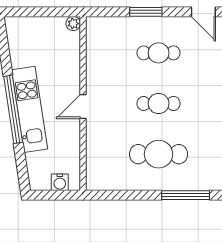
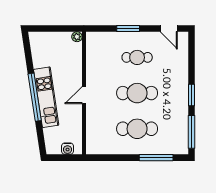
cafe table: (159, 103) -> (137, 93), width x1.37, depth x1.35

